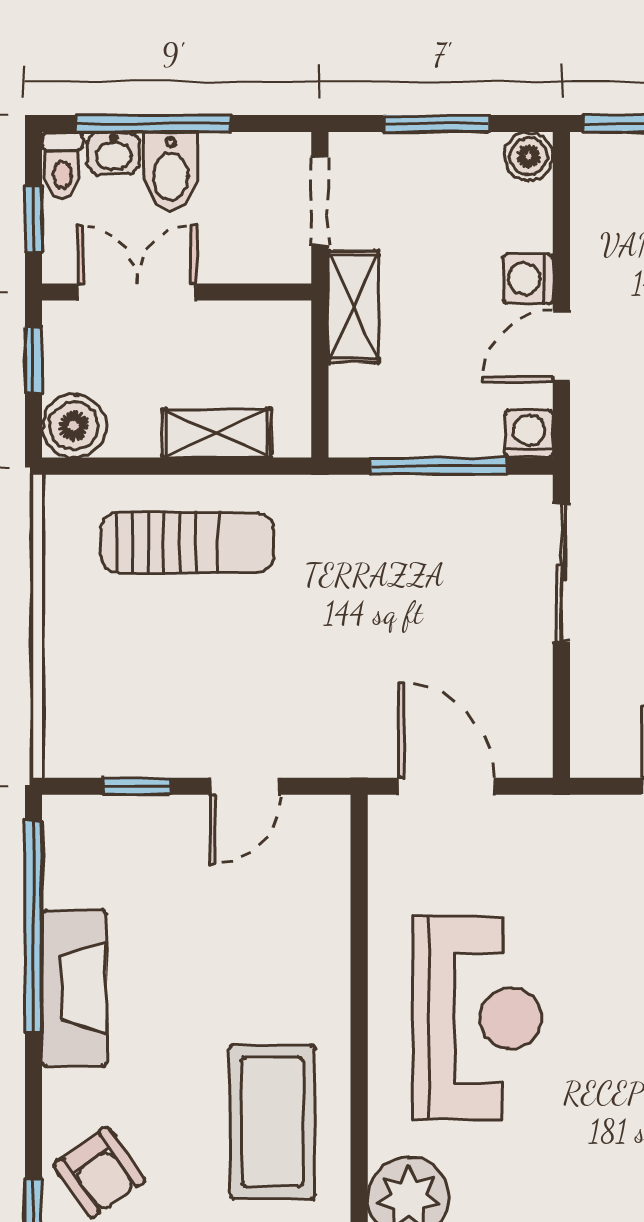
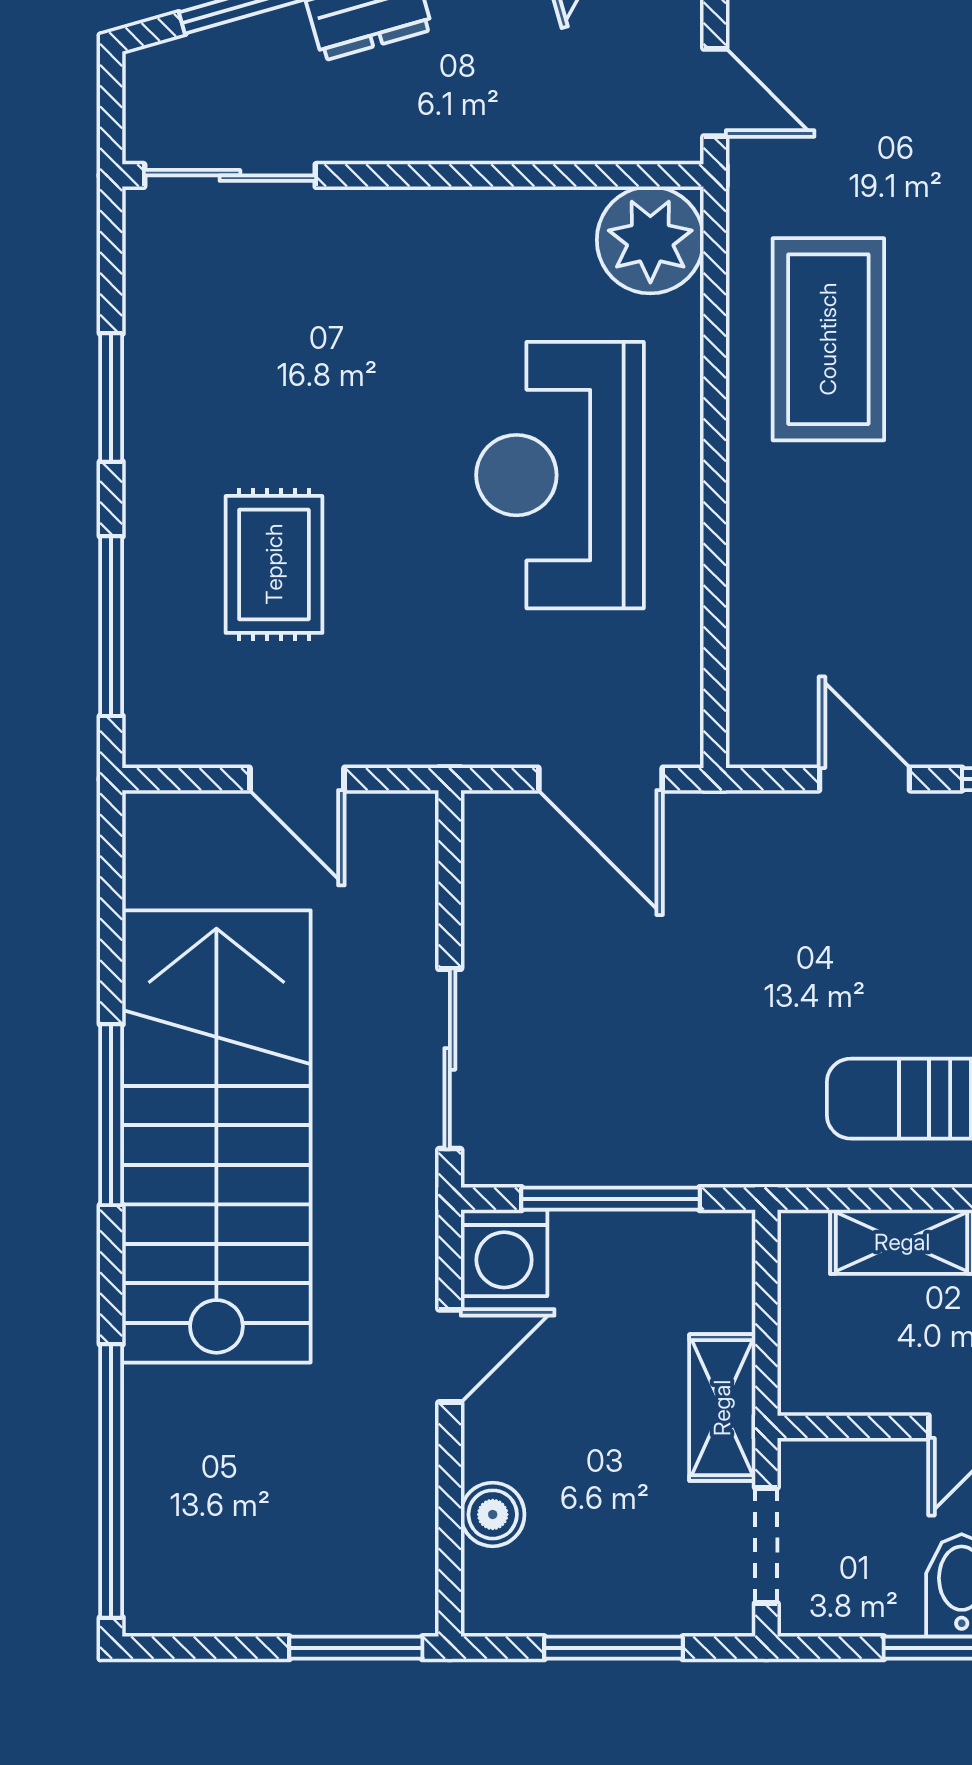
boiler: (529, 156) -> (493, 1514), moved
washing machine: (528, 279) -> (493, 1444), removed
washing machine: (529, 434) -> (504, 1253), width x1.38, depth x1.38
door: (245, 786) -> (864, 779), hinge flipped

